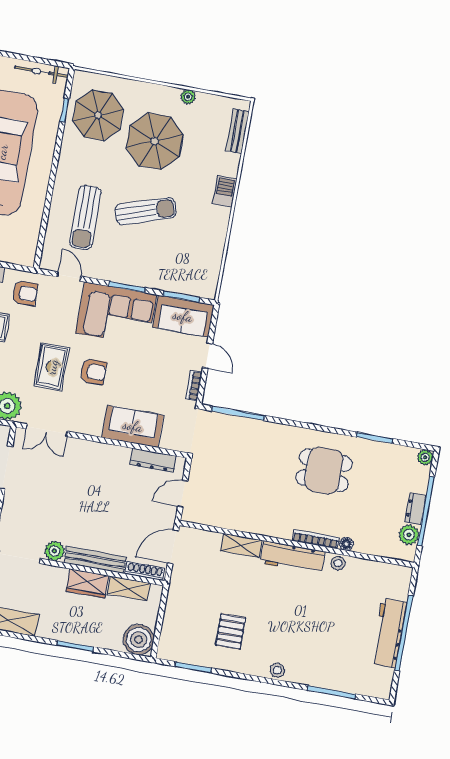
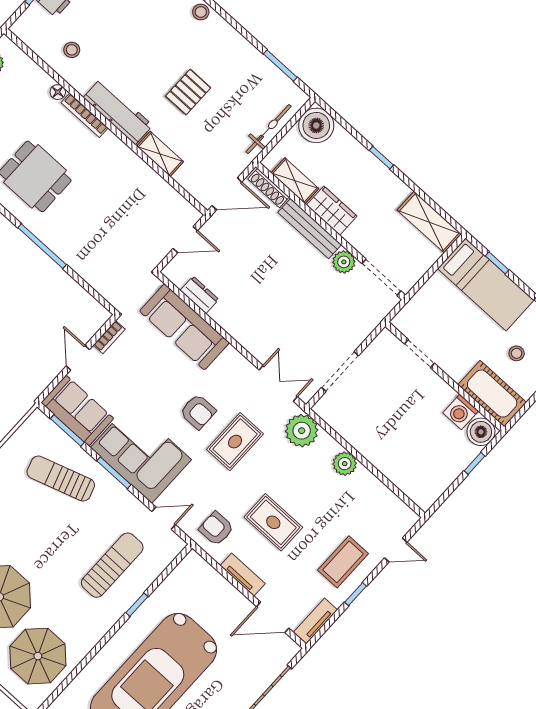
window: (65, 110) -> (137, 605), moved
sun lounger: (146, 211) -> (61, 479), moved
door: (69, 276) -> (164, 518), swing flipped
armchair: (93, 372) -> (198, 412), turned 180
window: (238, 413) -> (42, 246), moved
sofa: (133, 426) -> (184, 327), width x1.36
dresser: (153, 460) -> (199, 295), width x0.70
stool: (338, 563) -> (72, 50), moved
bicycle: (172, 615) -> (269, 129), added
pallet: (231, 631) -> (188, 92), moved
window: (75, 646) -> (381, 158), width x0.67

